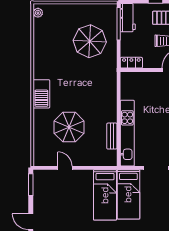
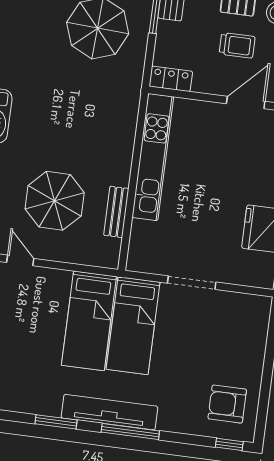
parasol: (69, 127) -> (55, 201), moved
kitchen unit: (127, 133) -> (153, 157), moved

